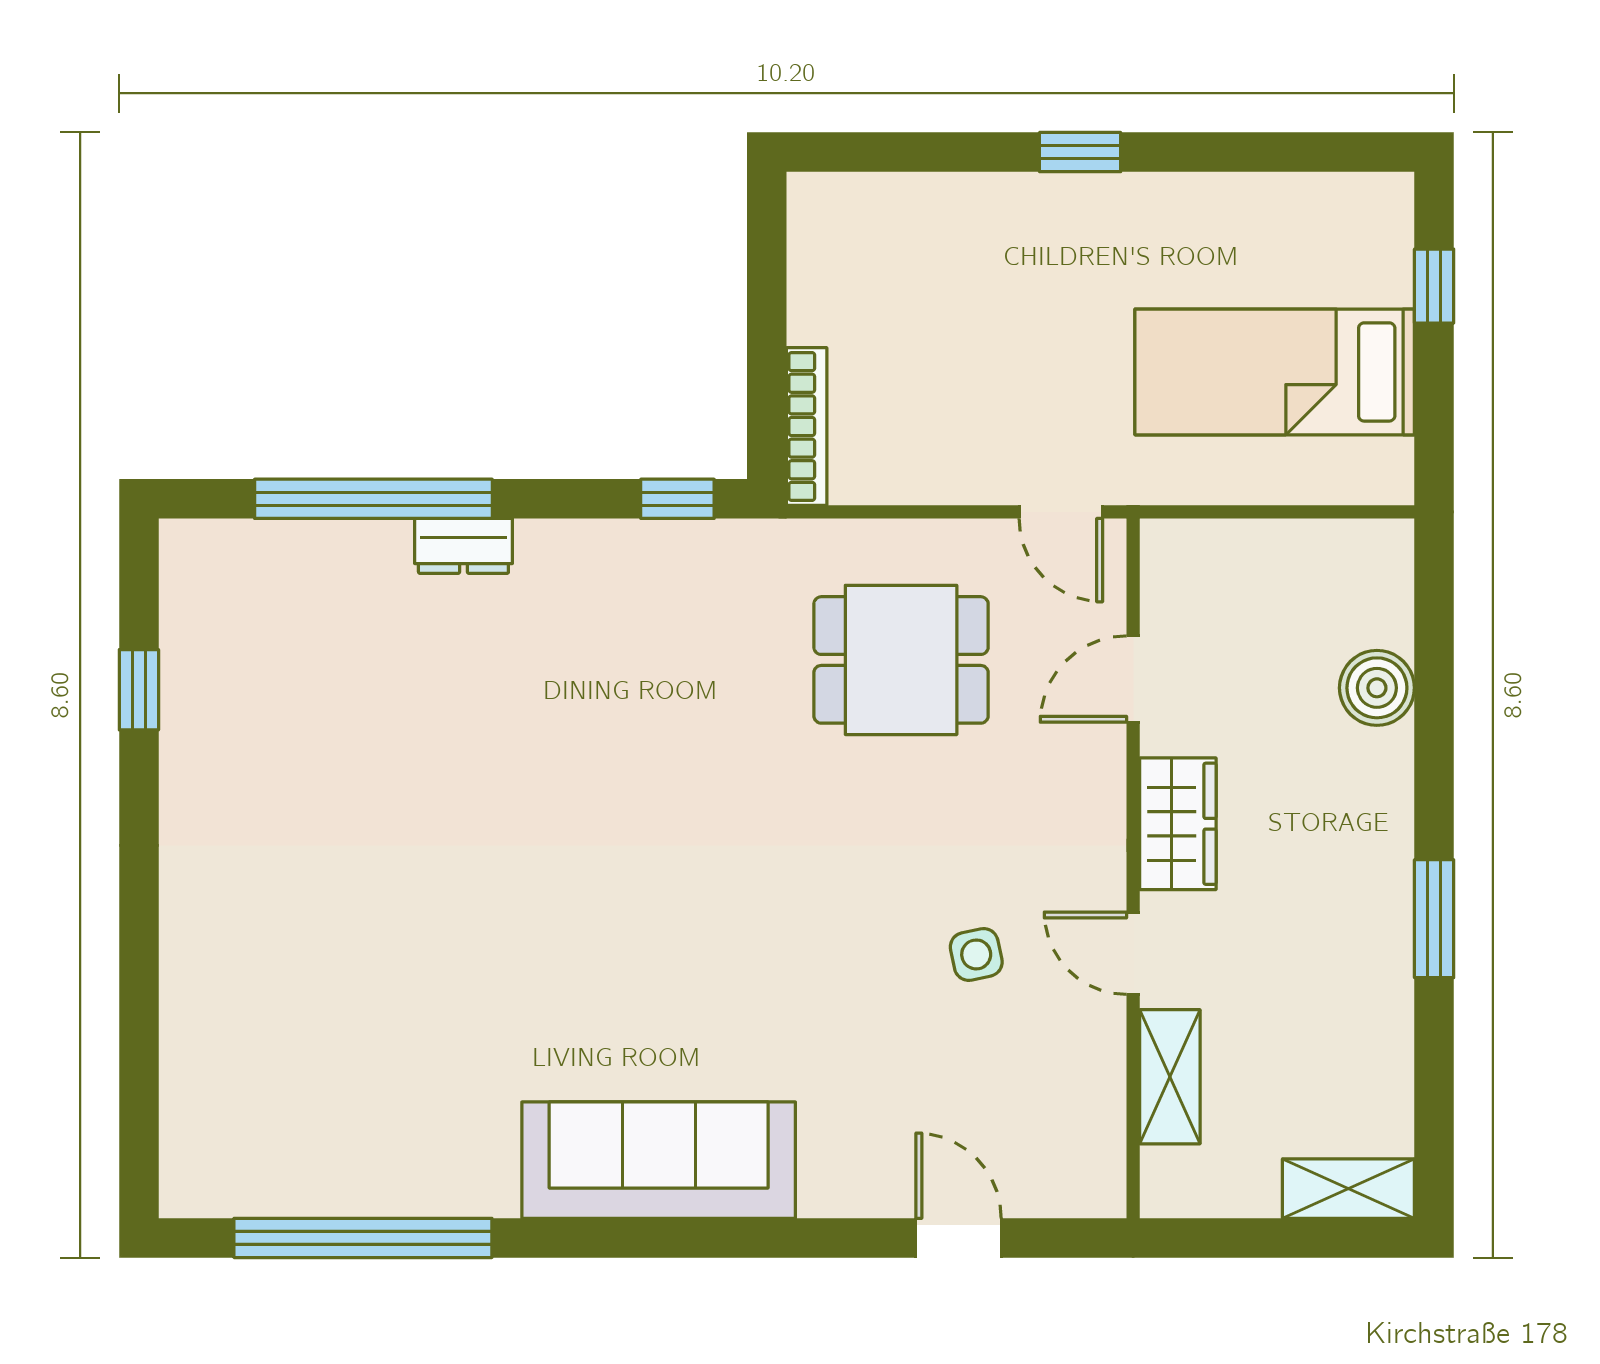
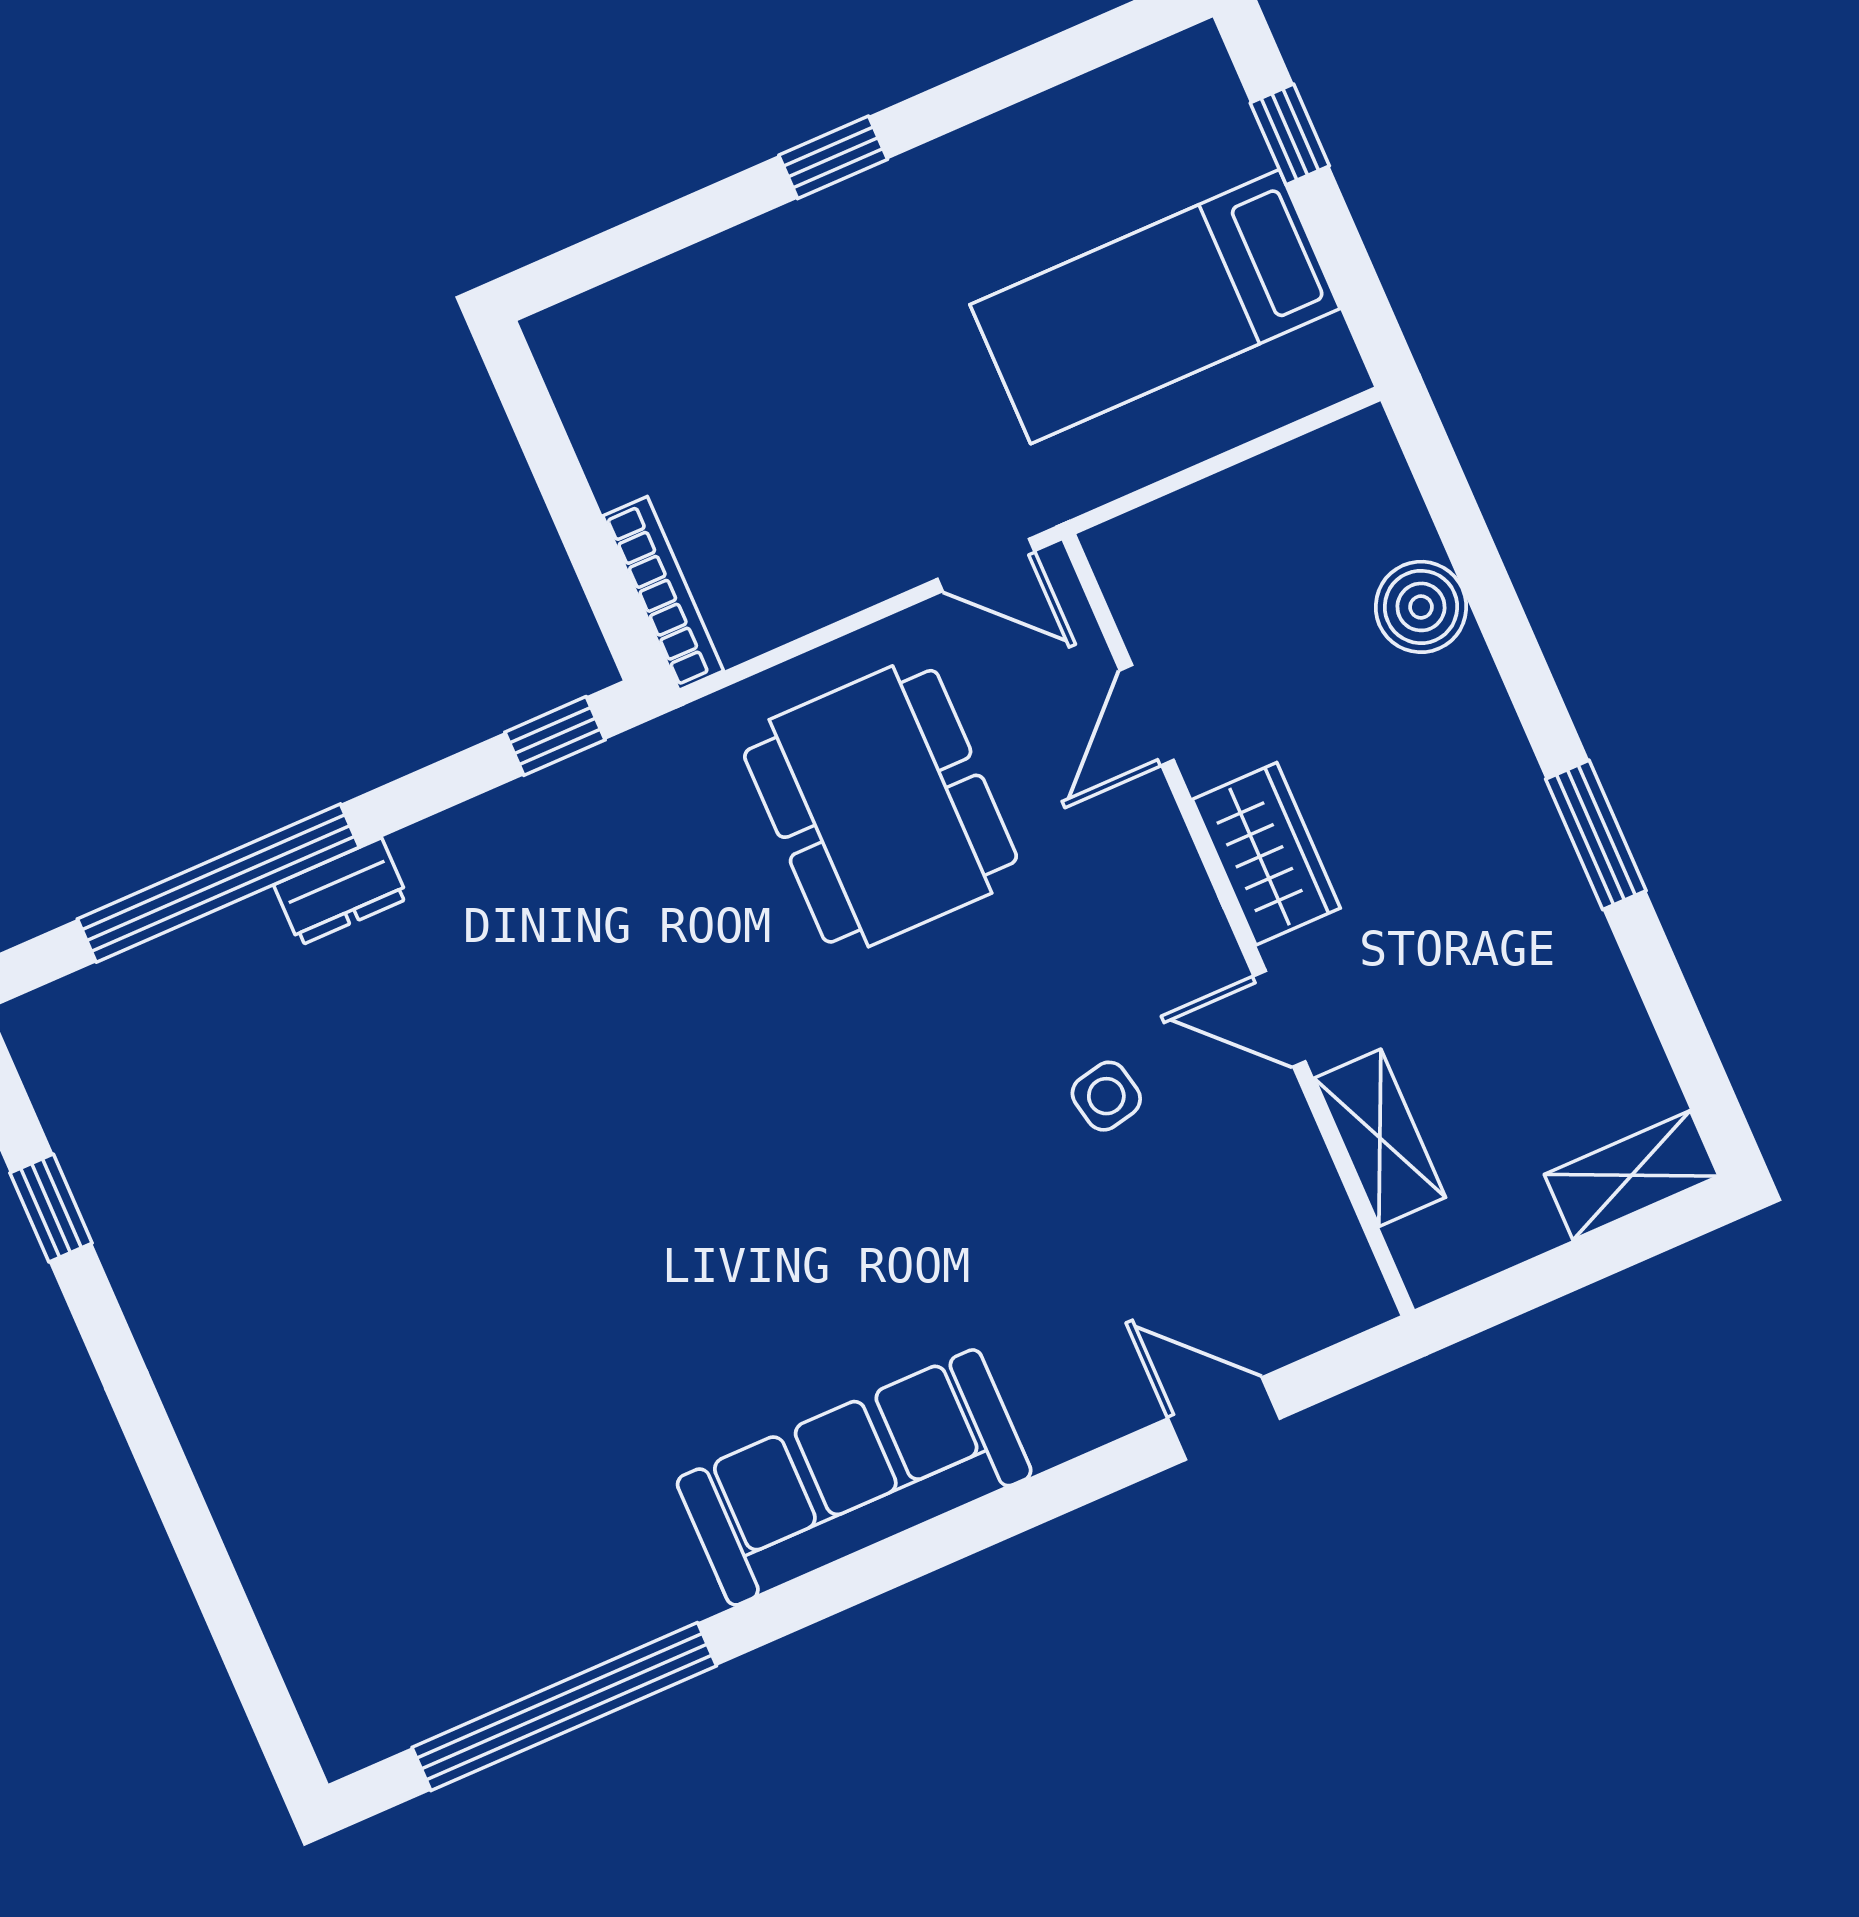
dining table: (901, 660) -> (881, 806), width x1.38

